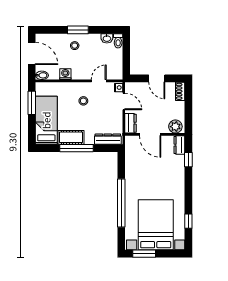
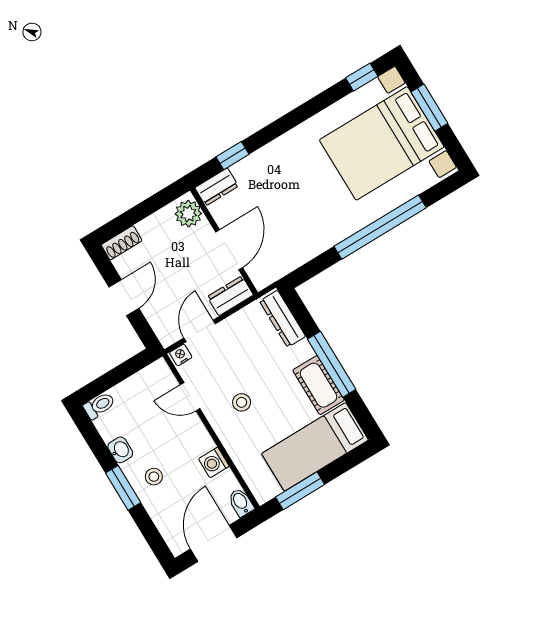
washbasin: (107, 38) -> (120, 450), moved
window: (188, 221) -> (362, 77), moved
window: (144, 254) -> (429, 108), moved

